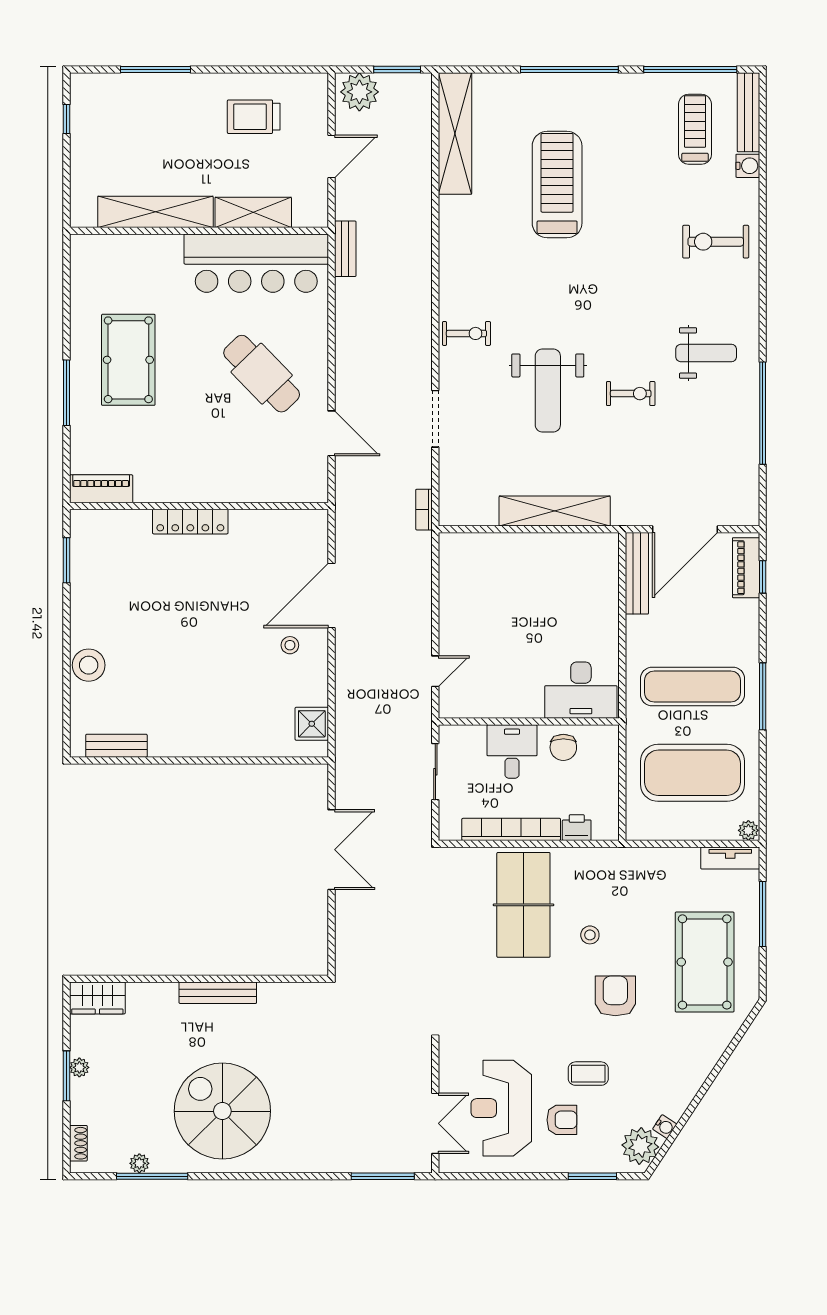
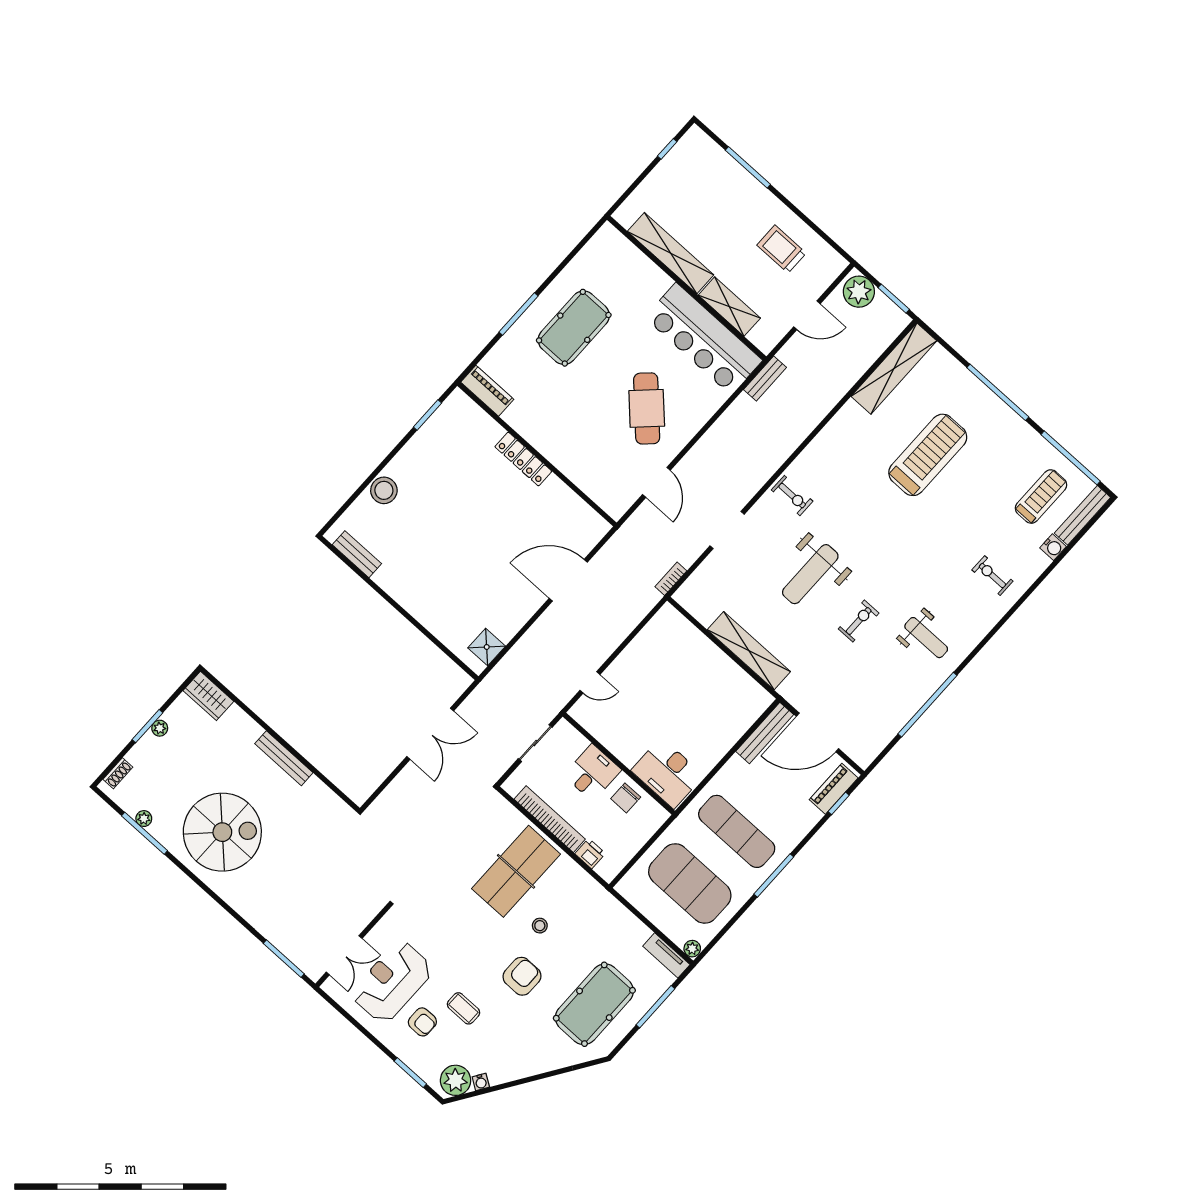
exercise bike: (716, 242) -> (992, 576), width x0.73, depth x0.72
exercise bike: (631, 394) -> (859, 621), turned -90
stool: (290, 645) -> (516, 588), removed
spiral stairs: (222, 1111) -> (222, 832), turned 90

